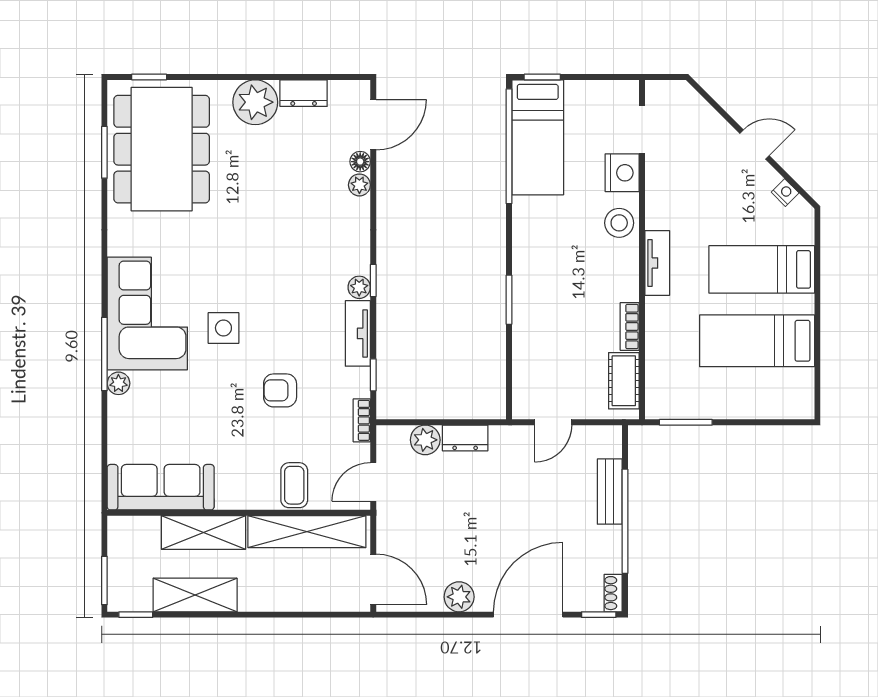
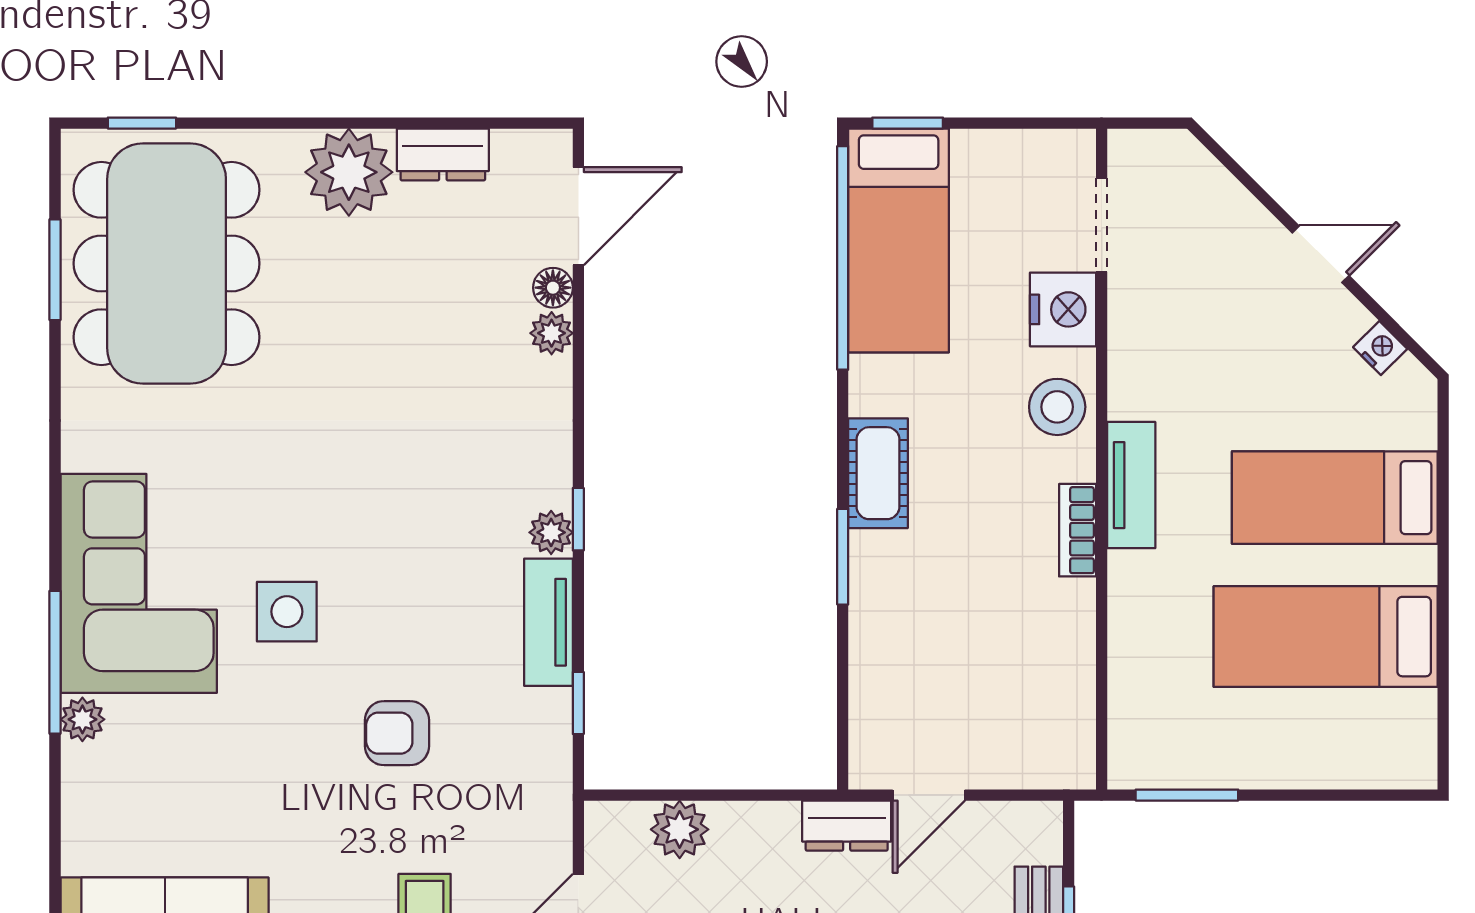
bookcase: (630, 327) -> (1078, 530), moved
cot: (624, 381) -> (878, 473), moved
bookcase: (362, 420) -> (556, 791), removed
dresser: (465, 438) -> (847, 826), moved

